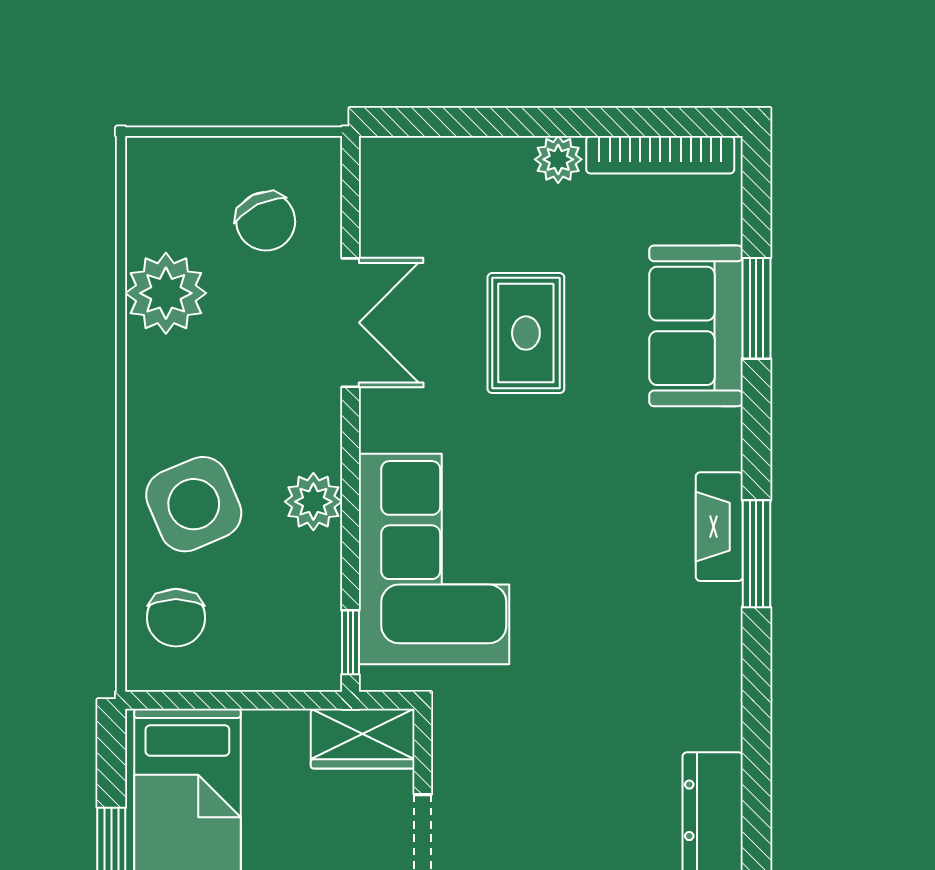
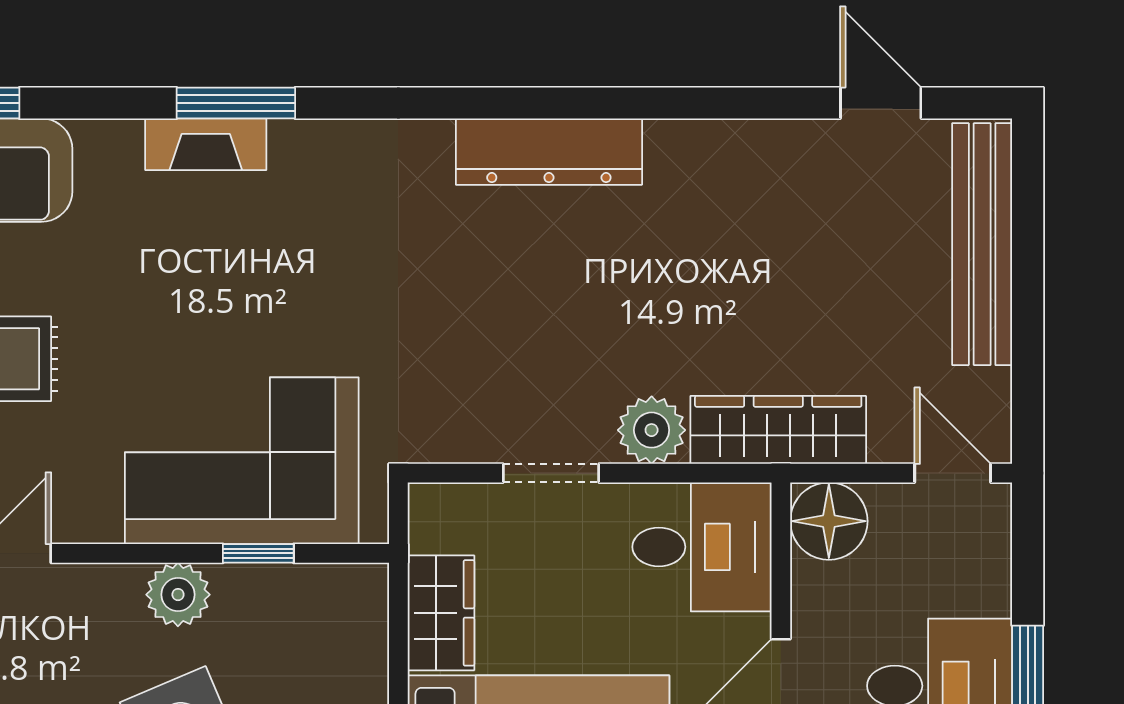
window: (350, 642) -> (258, 553), moved
wardrobe: (363, 739) -> (441, 613), moved

